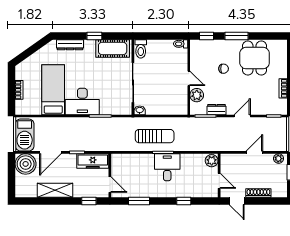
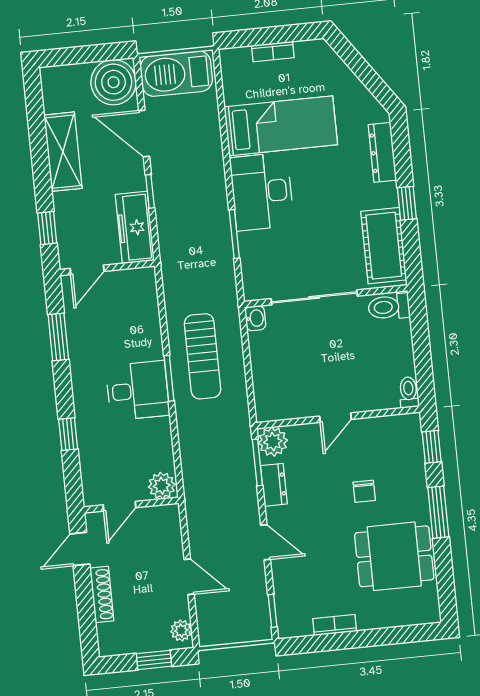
plant: (197, 95) -> (273, 442), moved

